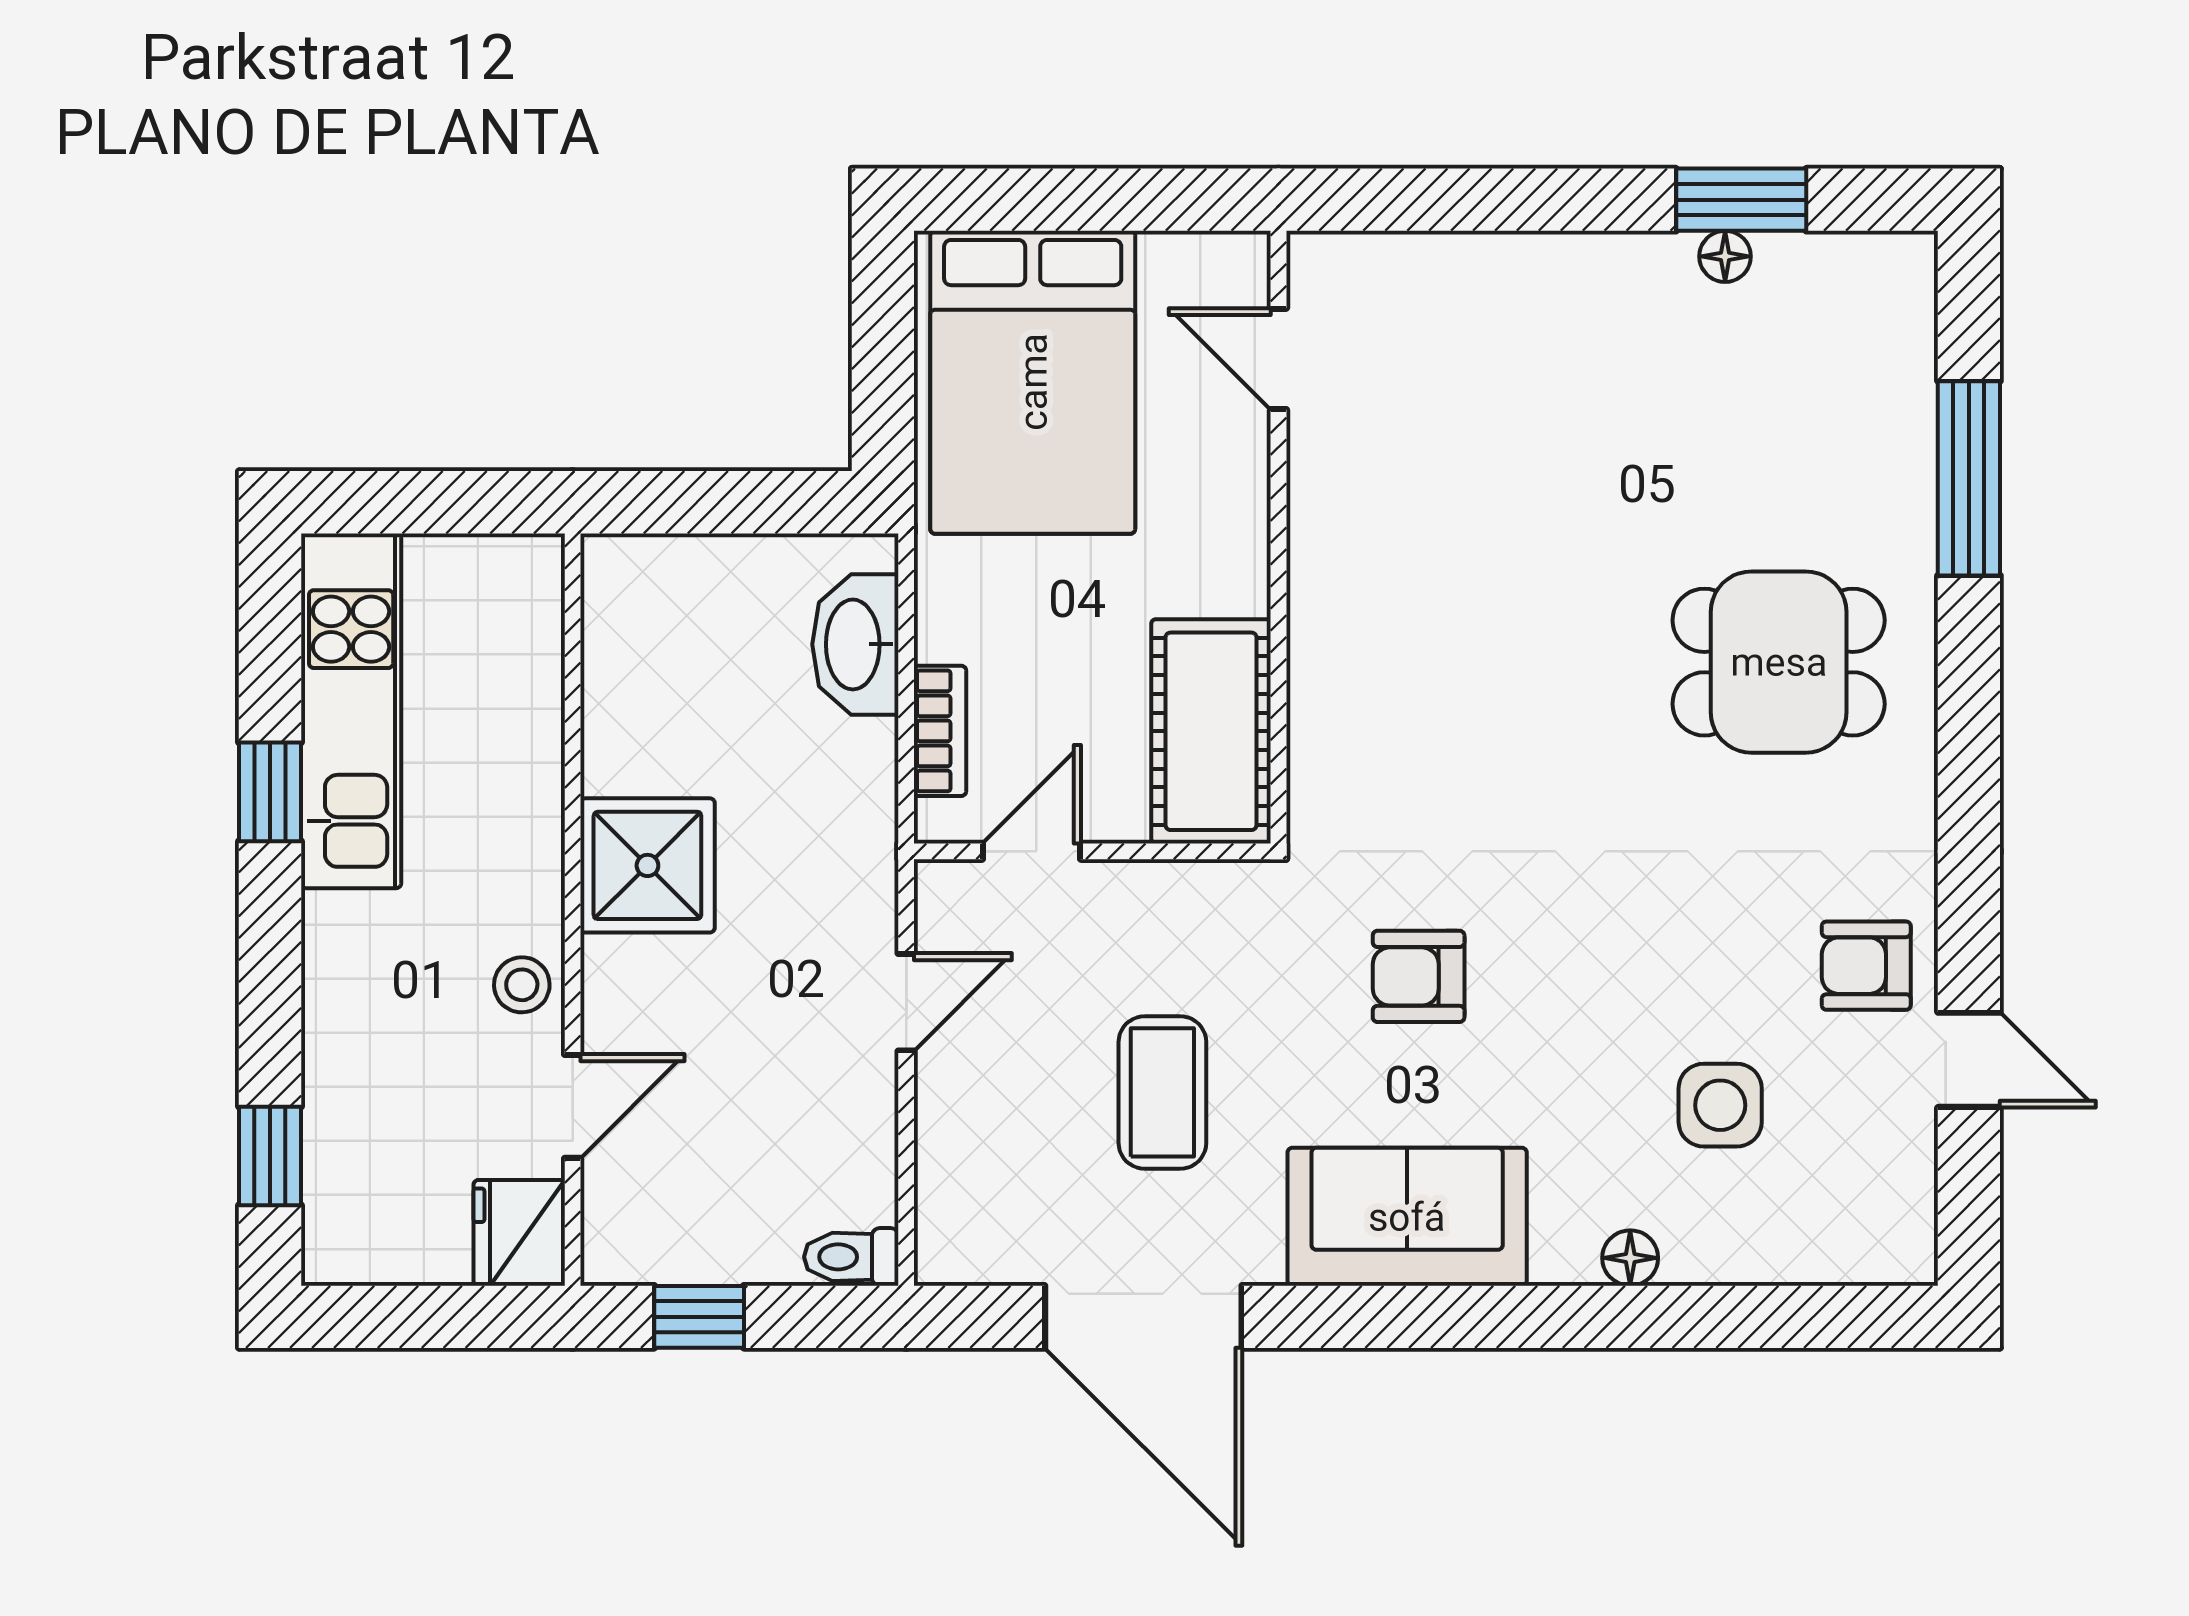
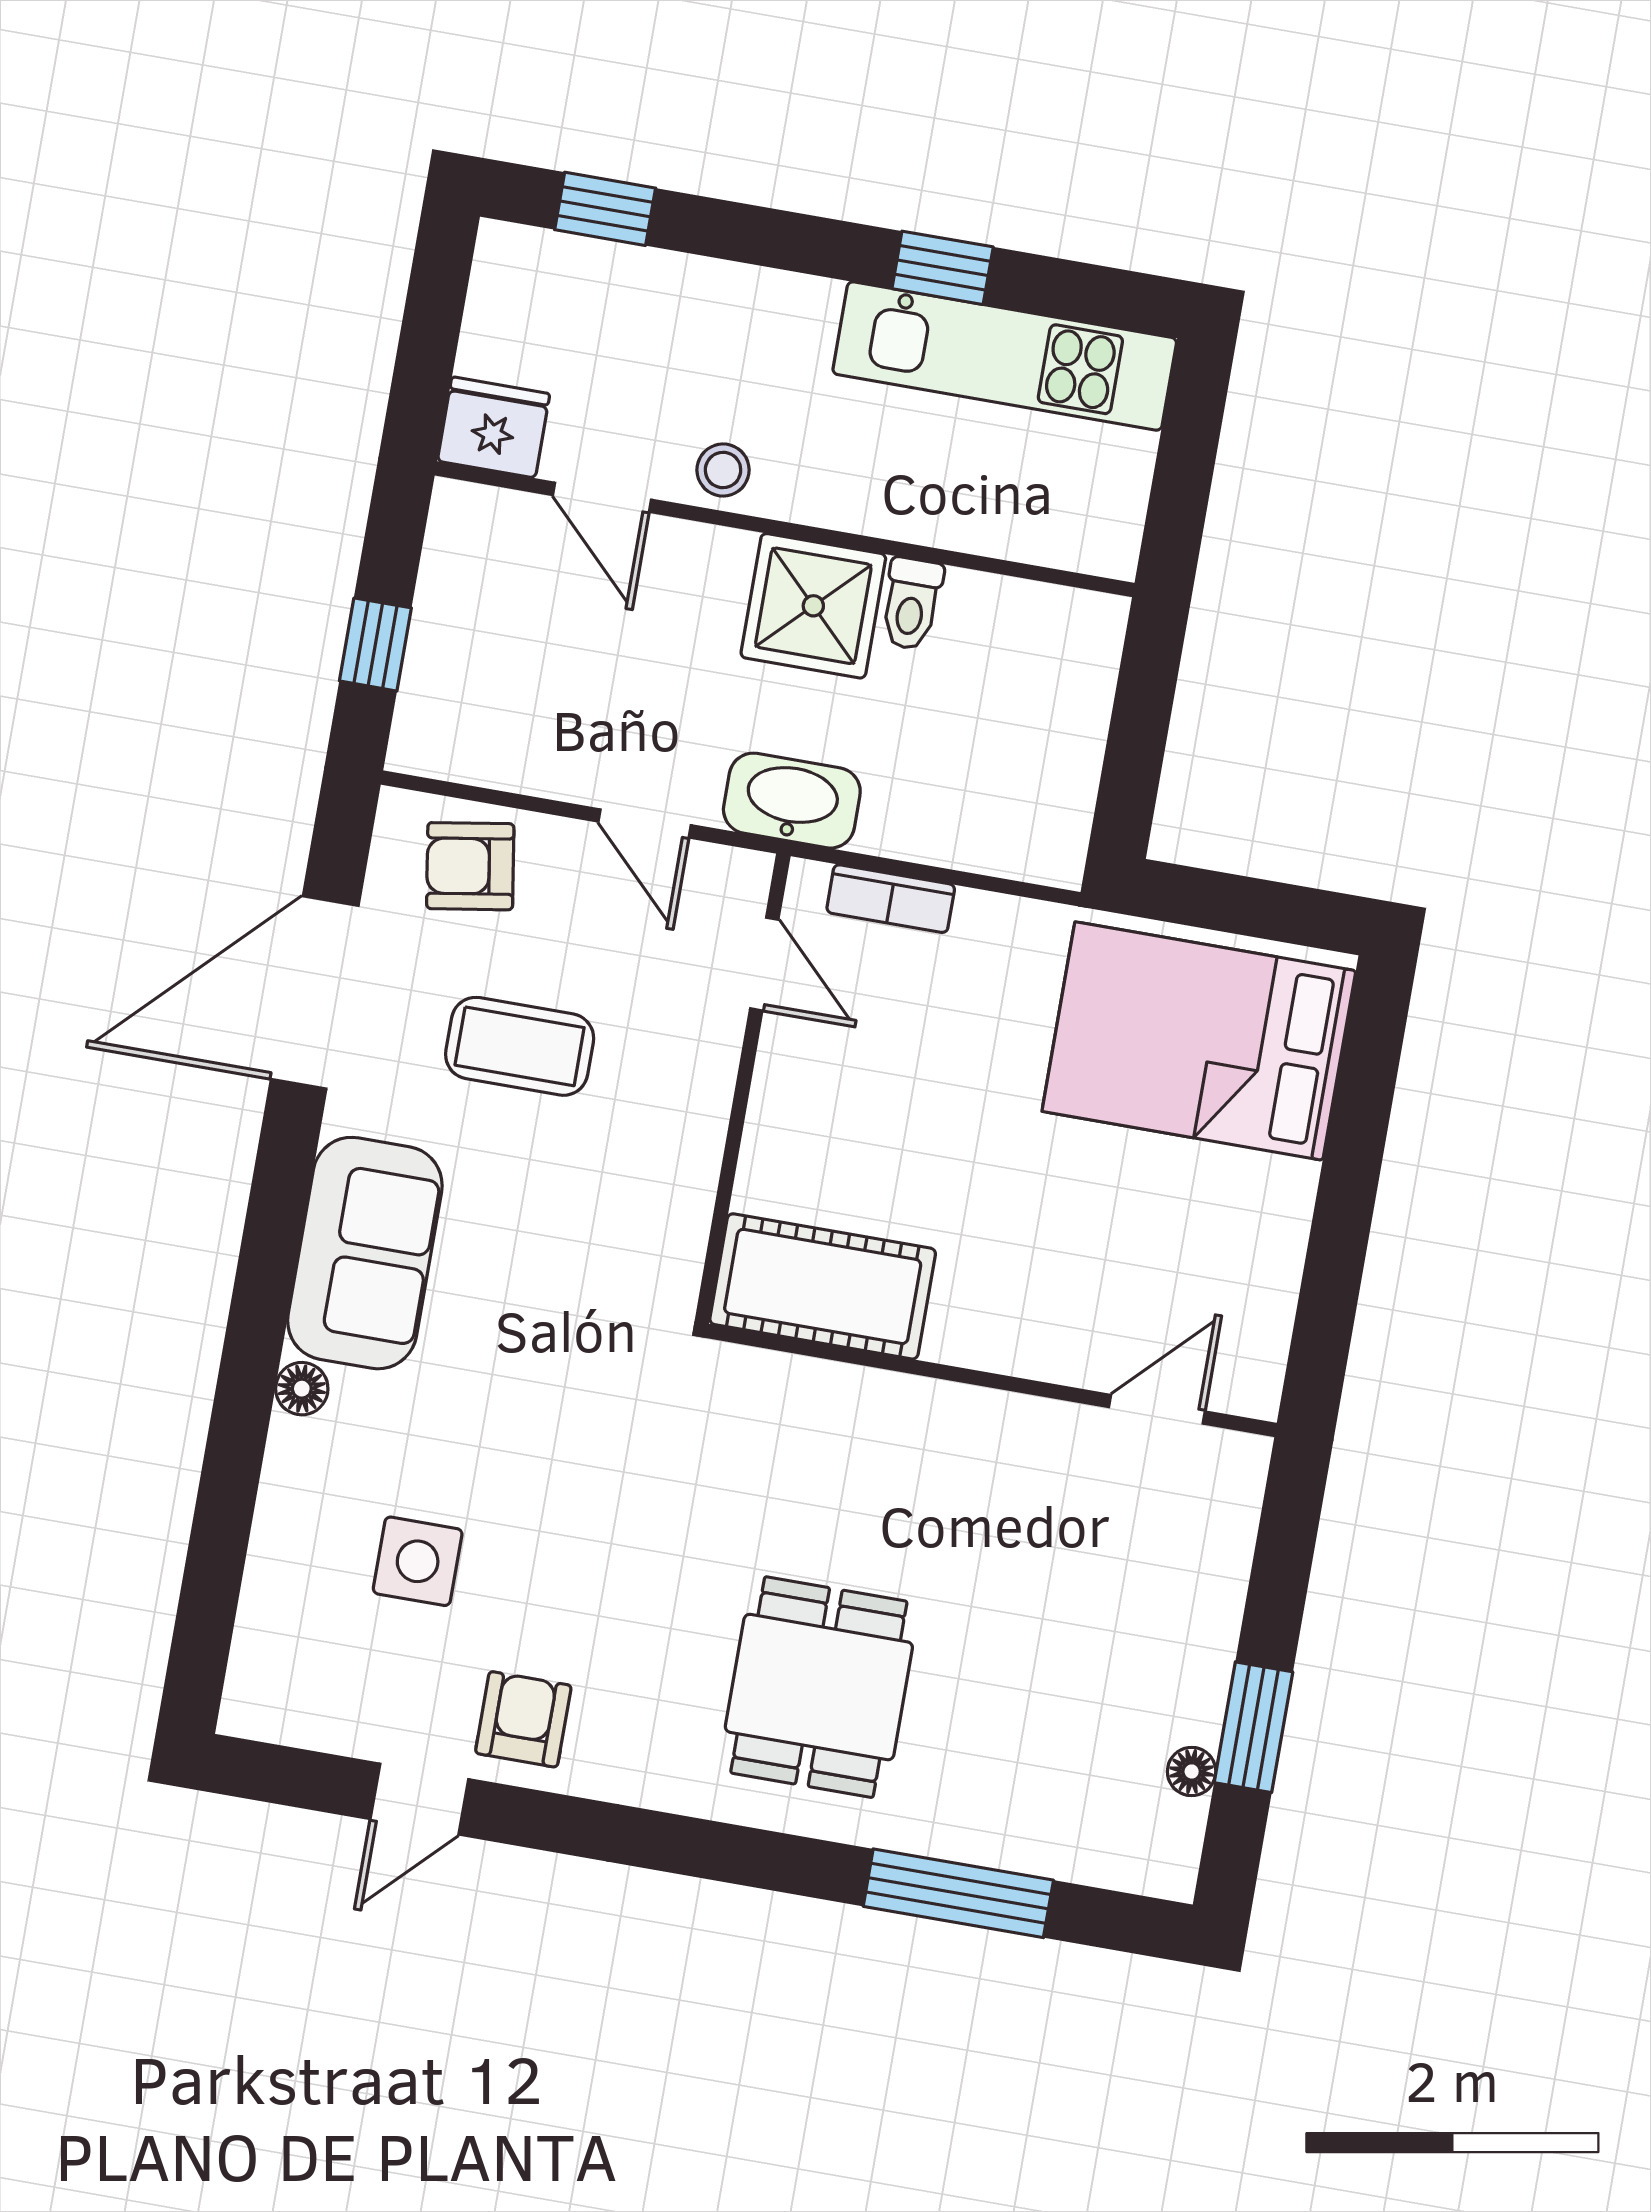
floor lamp: (1725, 256) -> (1192, 1771), moved
door: (1278, 359) -> (1157, 1409), moved
wall: (1278, 537) -> (992, 1380), moved
washbasin: (855, 644) -> (792, 801), moved
cot: (1211, 731) -> (823, 1286), moved
armchair: (1419, 976) -> (470, 866), moved, turned -99
toilet: (851, 1257) -> (911, 604), moved, turned 180
floor lamp: (1630, 1258) -> (302, 1389), moved
window: (699, 1317) -> (375, 644), moved

